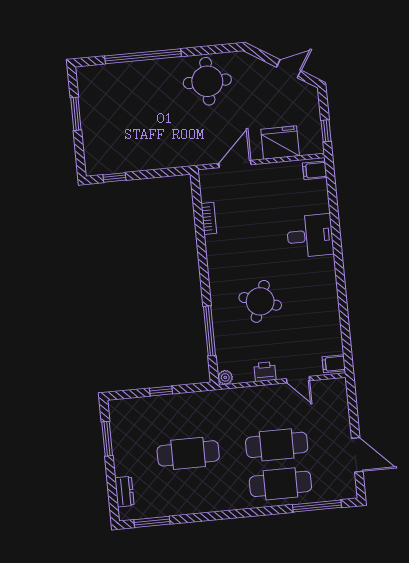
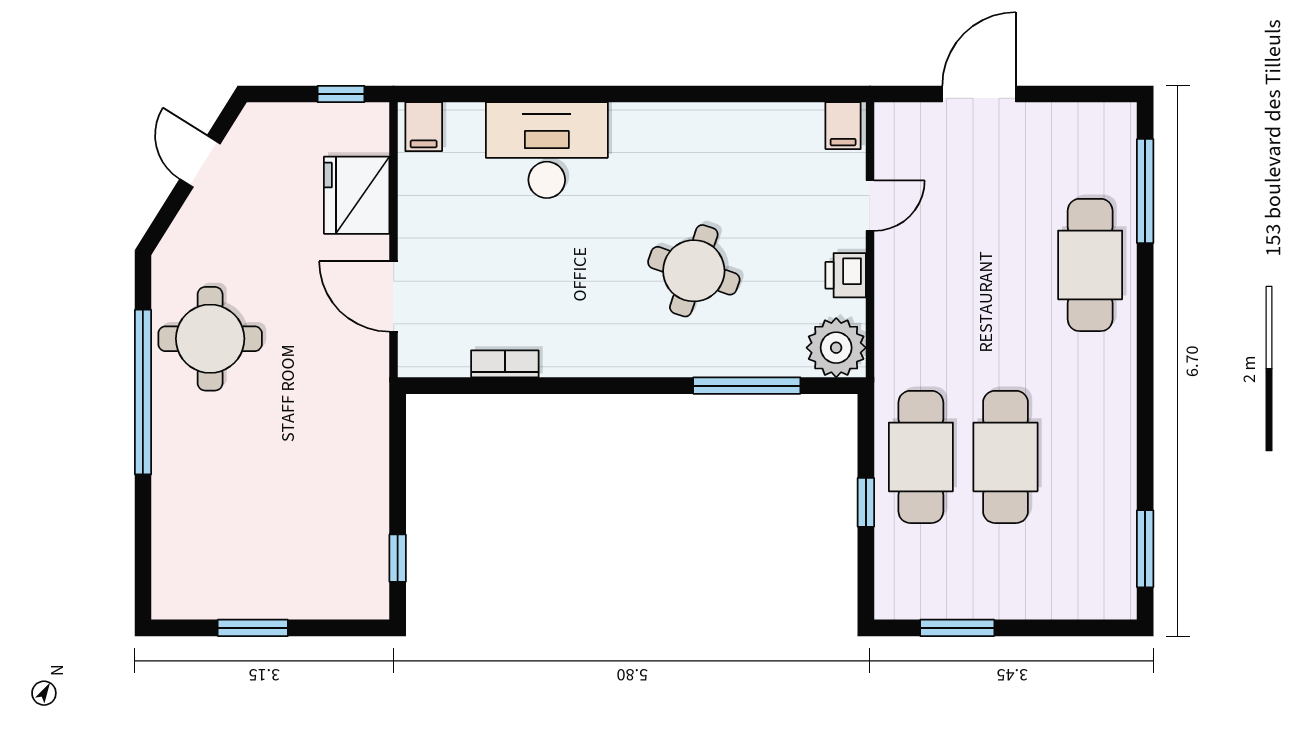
window: (143, 56) -> (143, 392), moved
desk: (310, 236) -> (547, 150), width x1.37
plant: (225, 377) -> (836, 348), width x1.88, depth x1.88
cafe table: (277, 445) -> (921, 457), moved
door: (357, 455) -> (979, 94), moved
dresser: (124, 492) -> (1074, 602), removed

